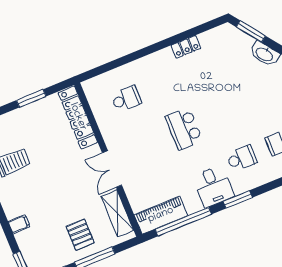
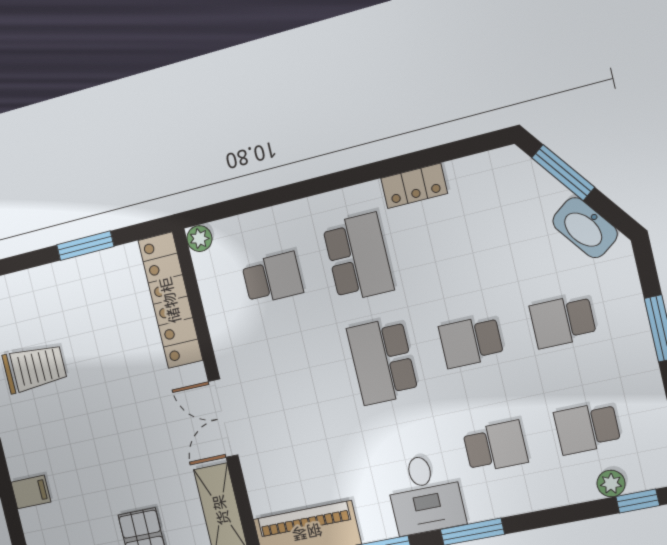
school desk: (165, 83) -> (358, 257), added
plant: (88, 86) -> (199, 239), added
school desk: (262, 97) -> (563, 321), added
school desk: (223, 113) -> (471, 342), added

